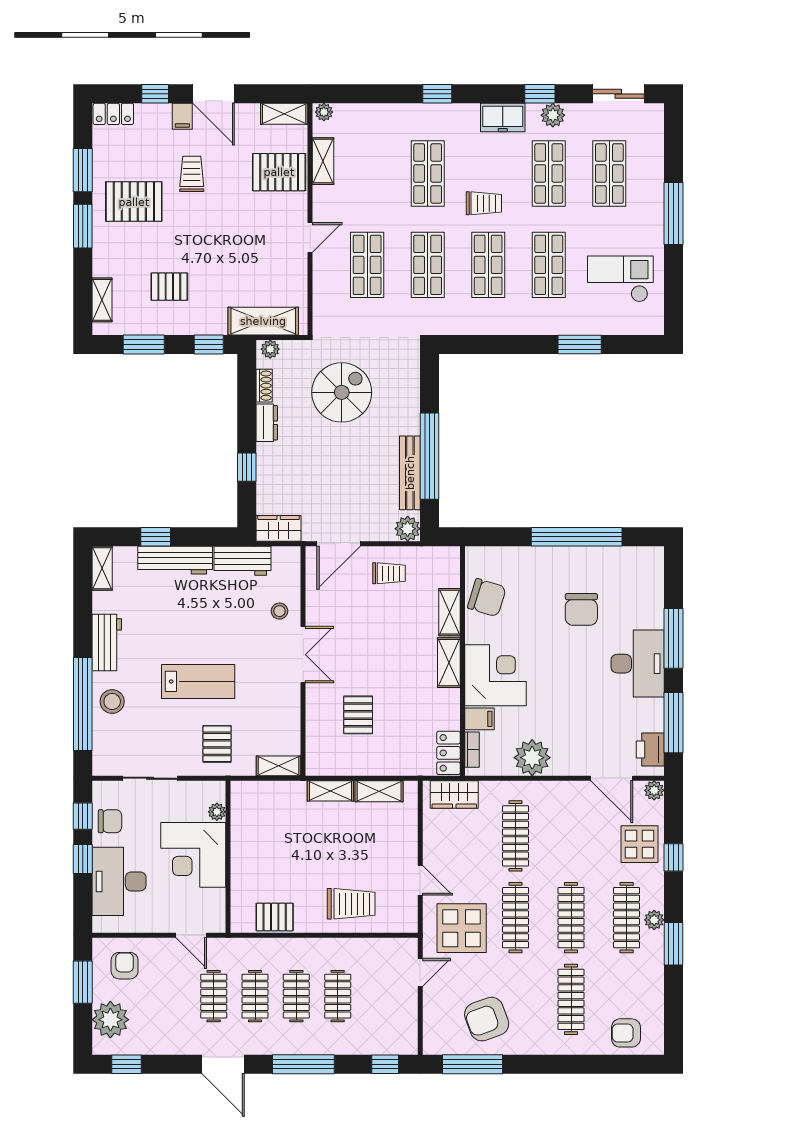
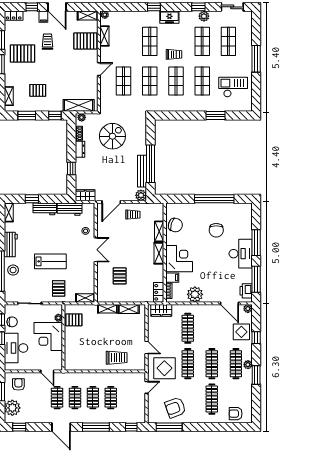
freezer: (503, 117) -> (169, 17), moved
workbench: (175, 560) -> (45, 209), width x0.73
pallet: (275, 917) -> (74, 320), moved

